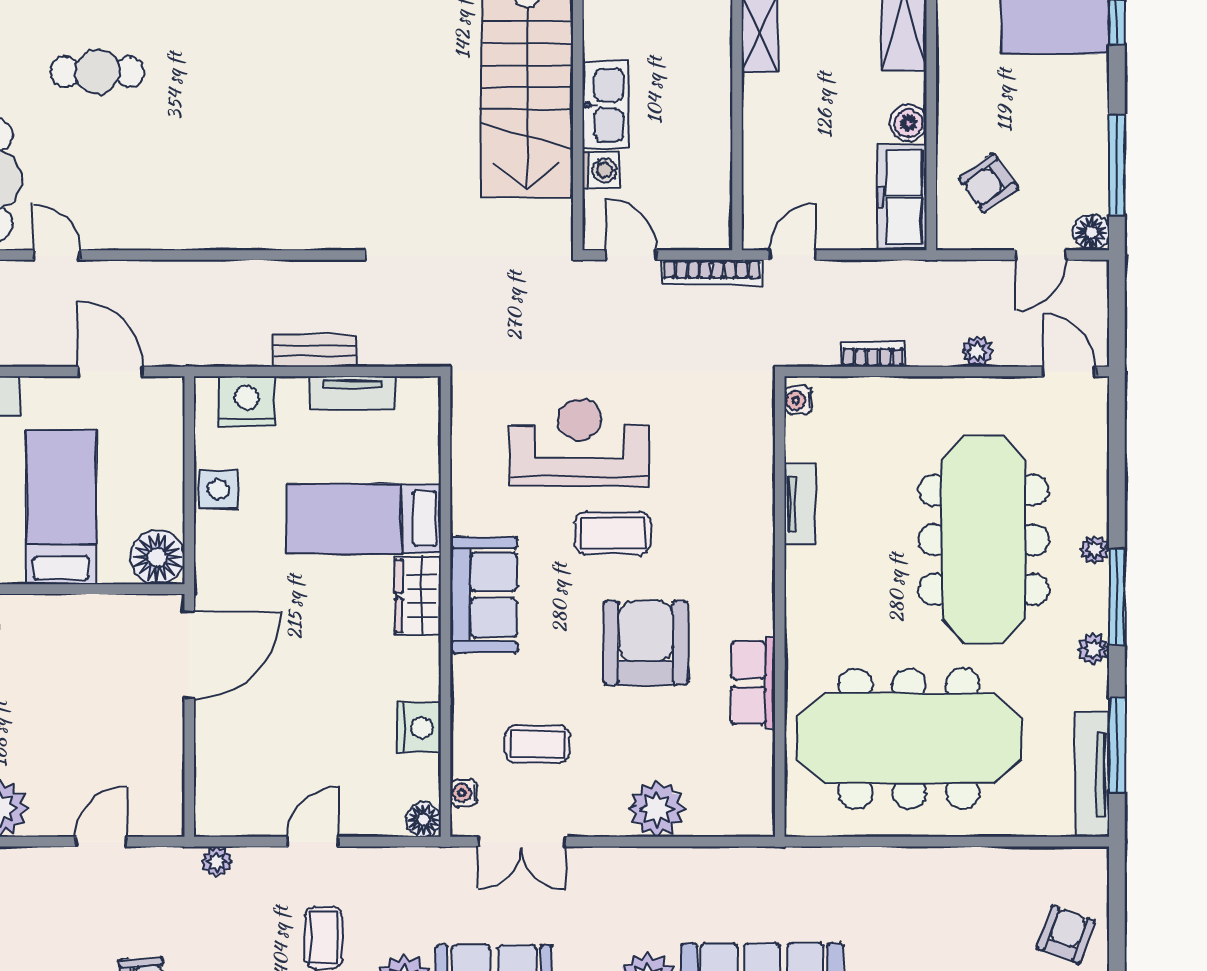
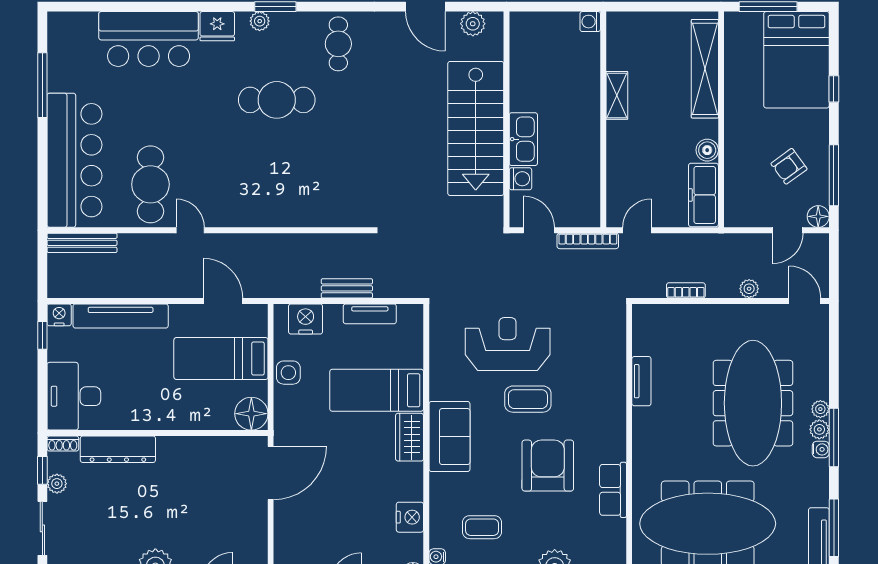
cafe table: (97, 72) -> (277, 100), moved, width x1.37, depth x1.35
armchair: (989, 183) -> (789, 166), moved
water cooler: (798, 400) -> (821, 449), moved, turned 180
bed: (61, 507) -> (221, 359), moved, turned -90
plant: (1093, 649) -> (819, 429), moved

